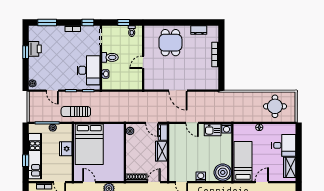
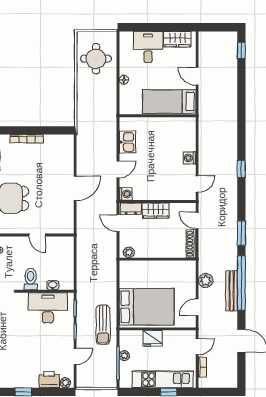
printer: (35, 49) -> (49, 380), moved
door: (152, 123) -> (118, 223), swing flipped
washing machine: (226, 129) -> (126, 194), moved
boiler: (223, 172) -> (184, 129), removed

